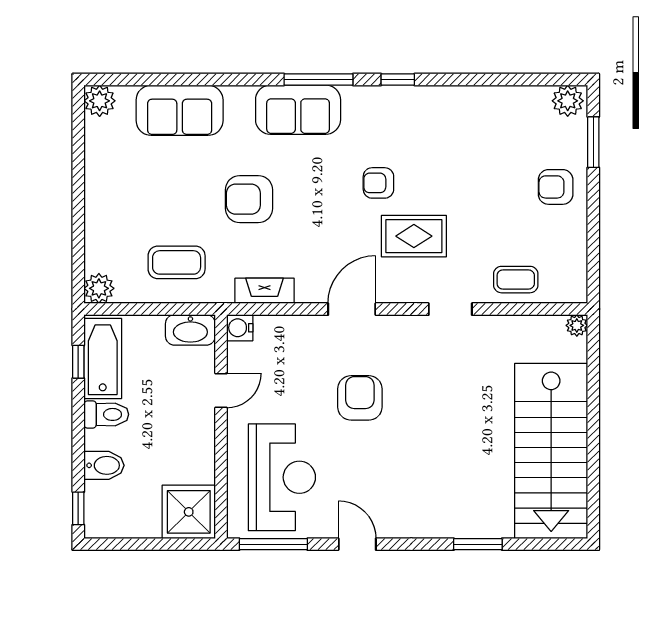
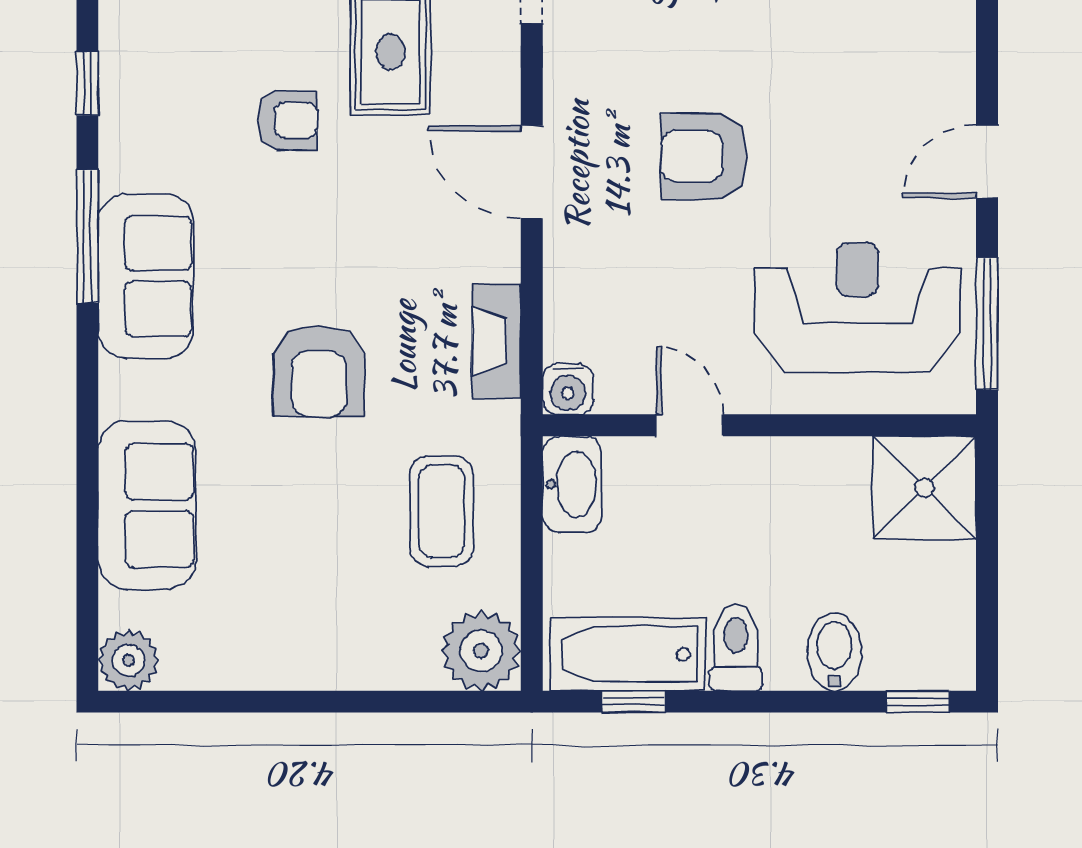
armchair: (378, 183) -> (288, 120), turned -90
plant: (99, 288) -> (481, 651), width x1.36, depth x1.36

